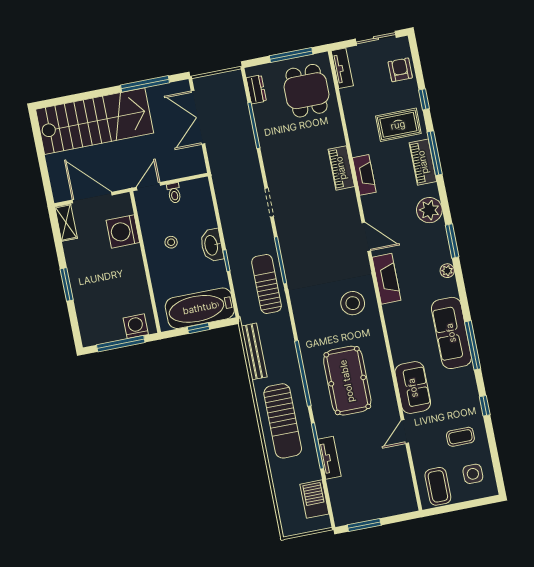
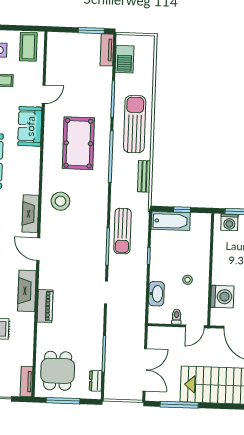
fireplace: (364, 175) -> (27, 291), width x1.37, depth x1.32
washbasin: (212, 245) -> (156, 294), moved
bathtub: (200, 308) -> (171, 221), width x0.73, depth x0.73
bench: (254, 351) -> (144, 176), width x0.73
tv unit: (329, 458) -> (107, 50), moved

